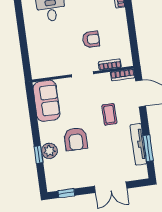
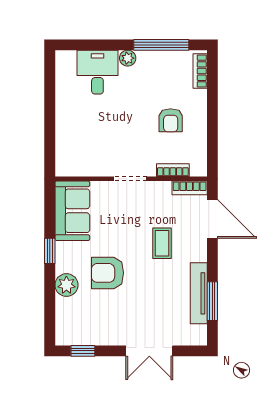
armchair: (91, 39) -> (171, 120), moved, turned 90
armchair: (76, 139) -> (108, 273), turned 90
window: (39, 154) -> (50, 251), moved

